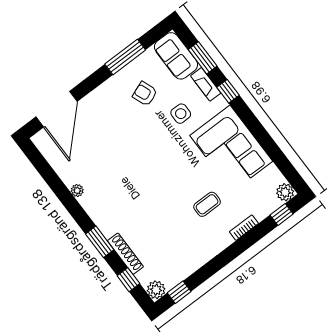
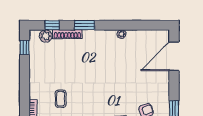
door: (56, 109) -> (174, 56), hinge flipped
plant: (156, 290) -> (46, 36), moved

